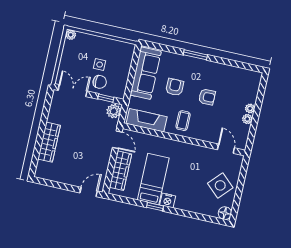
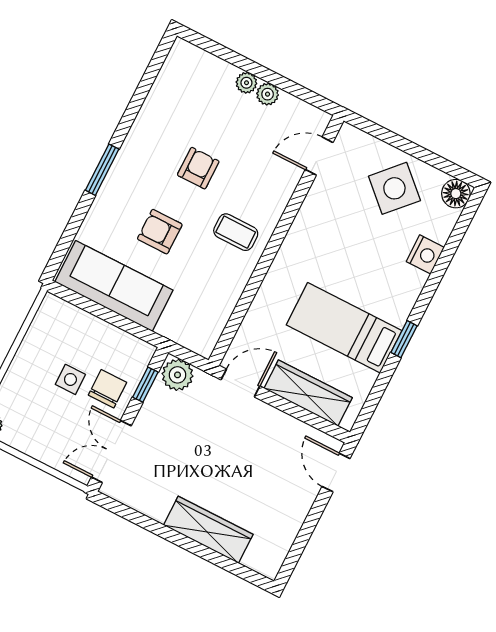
fireplace: (147, 120) -> (215, 310), removed
nightstand: (168, 200) -> (425, 254), moved

